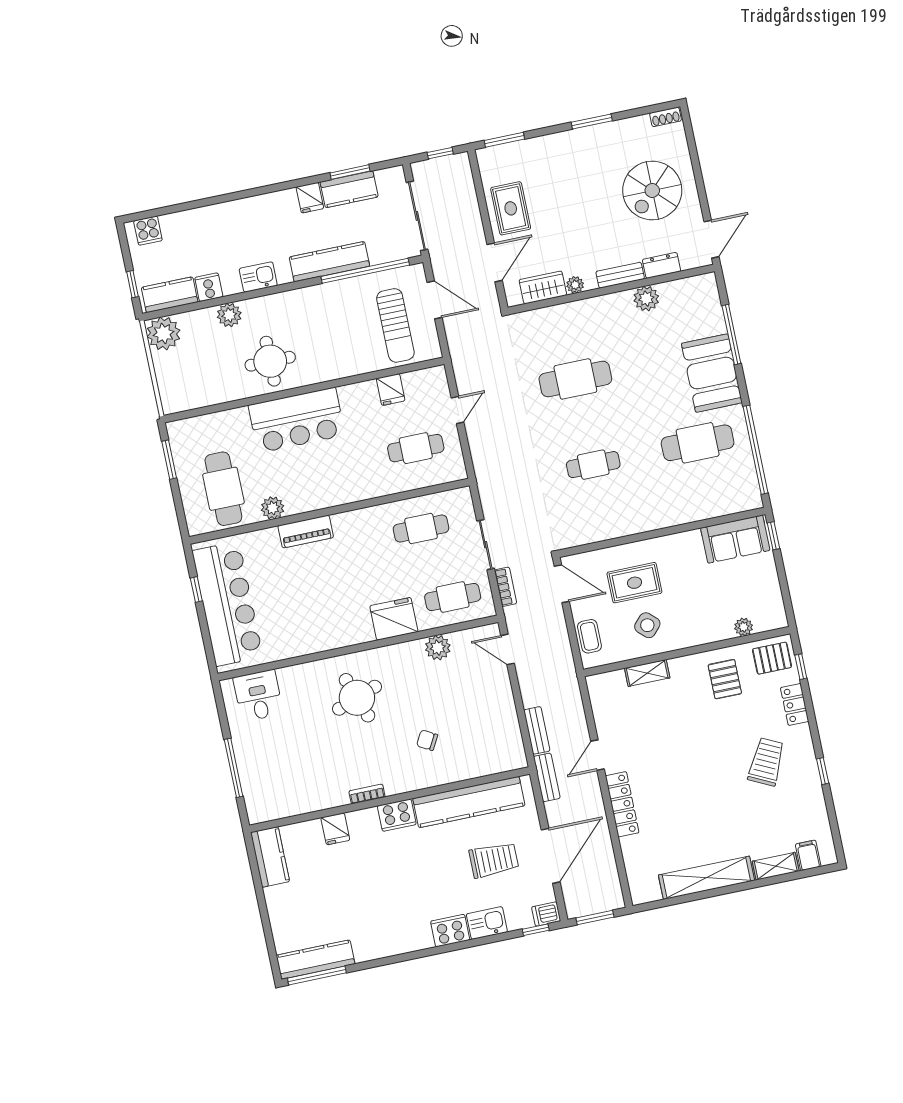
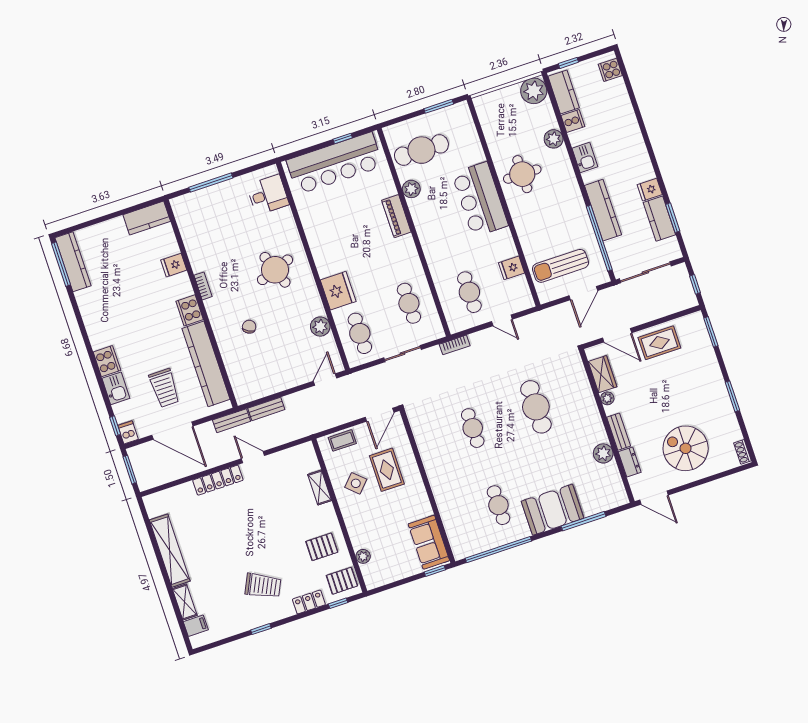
cafe table: (698, 443) -> (498, 505), width x0.73, depth x0.74
bookcase: (506, 587) -> (455, 345), moved
pallet: (772, 658) -> (342, 581), turned 90

